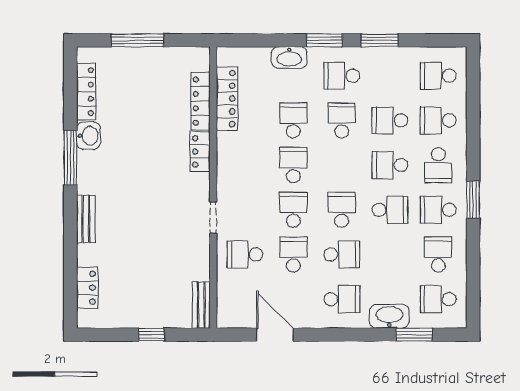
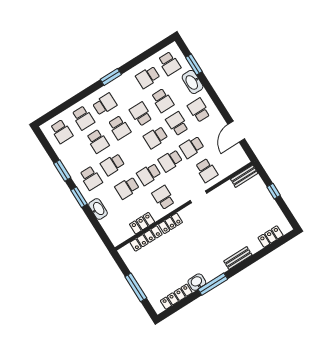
locker: (227, 99) -> (142, 223), width x0.66
school desk: (245, 165) -> (163, 198), added
school desk: (438, 210) -> (163, 100), moved

